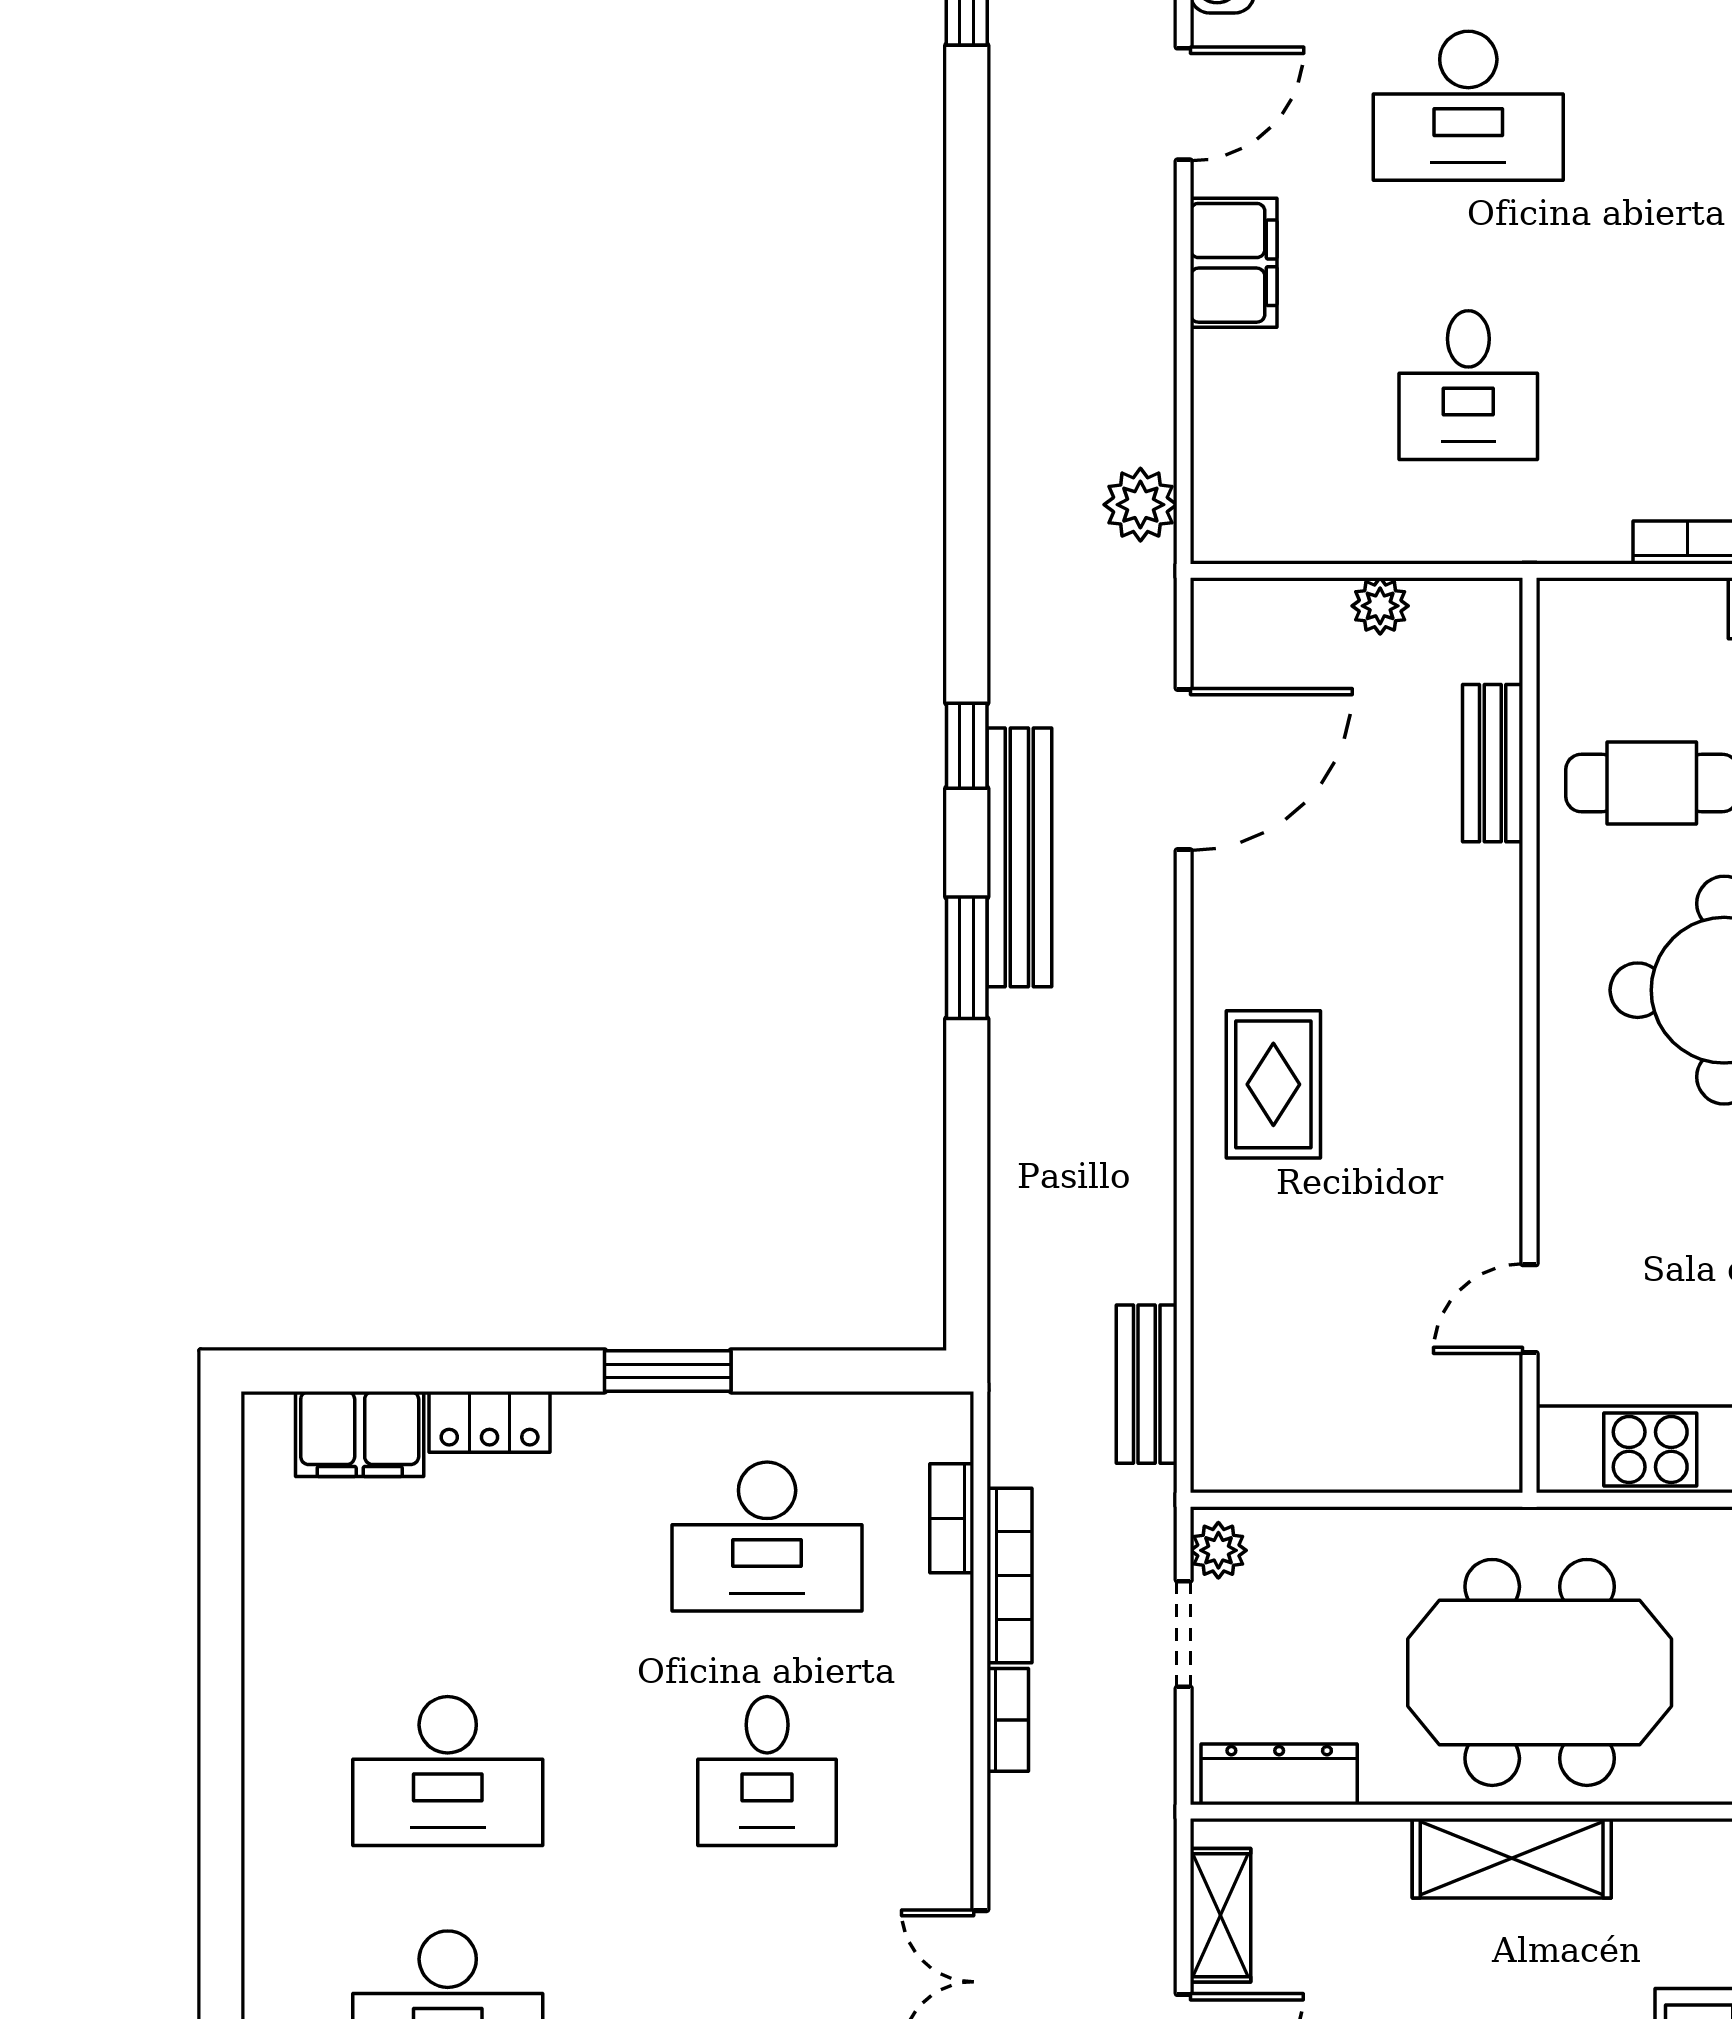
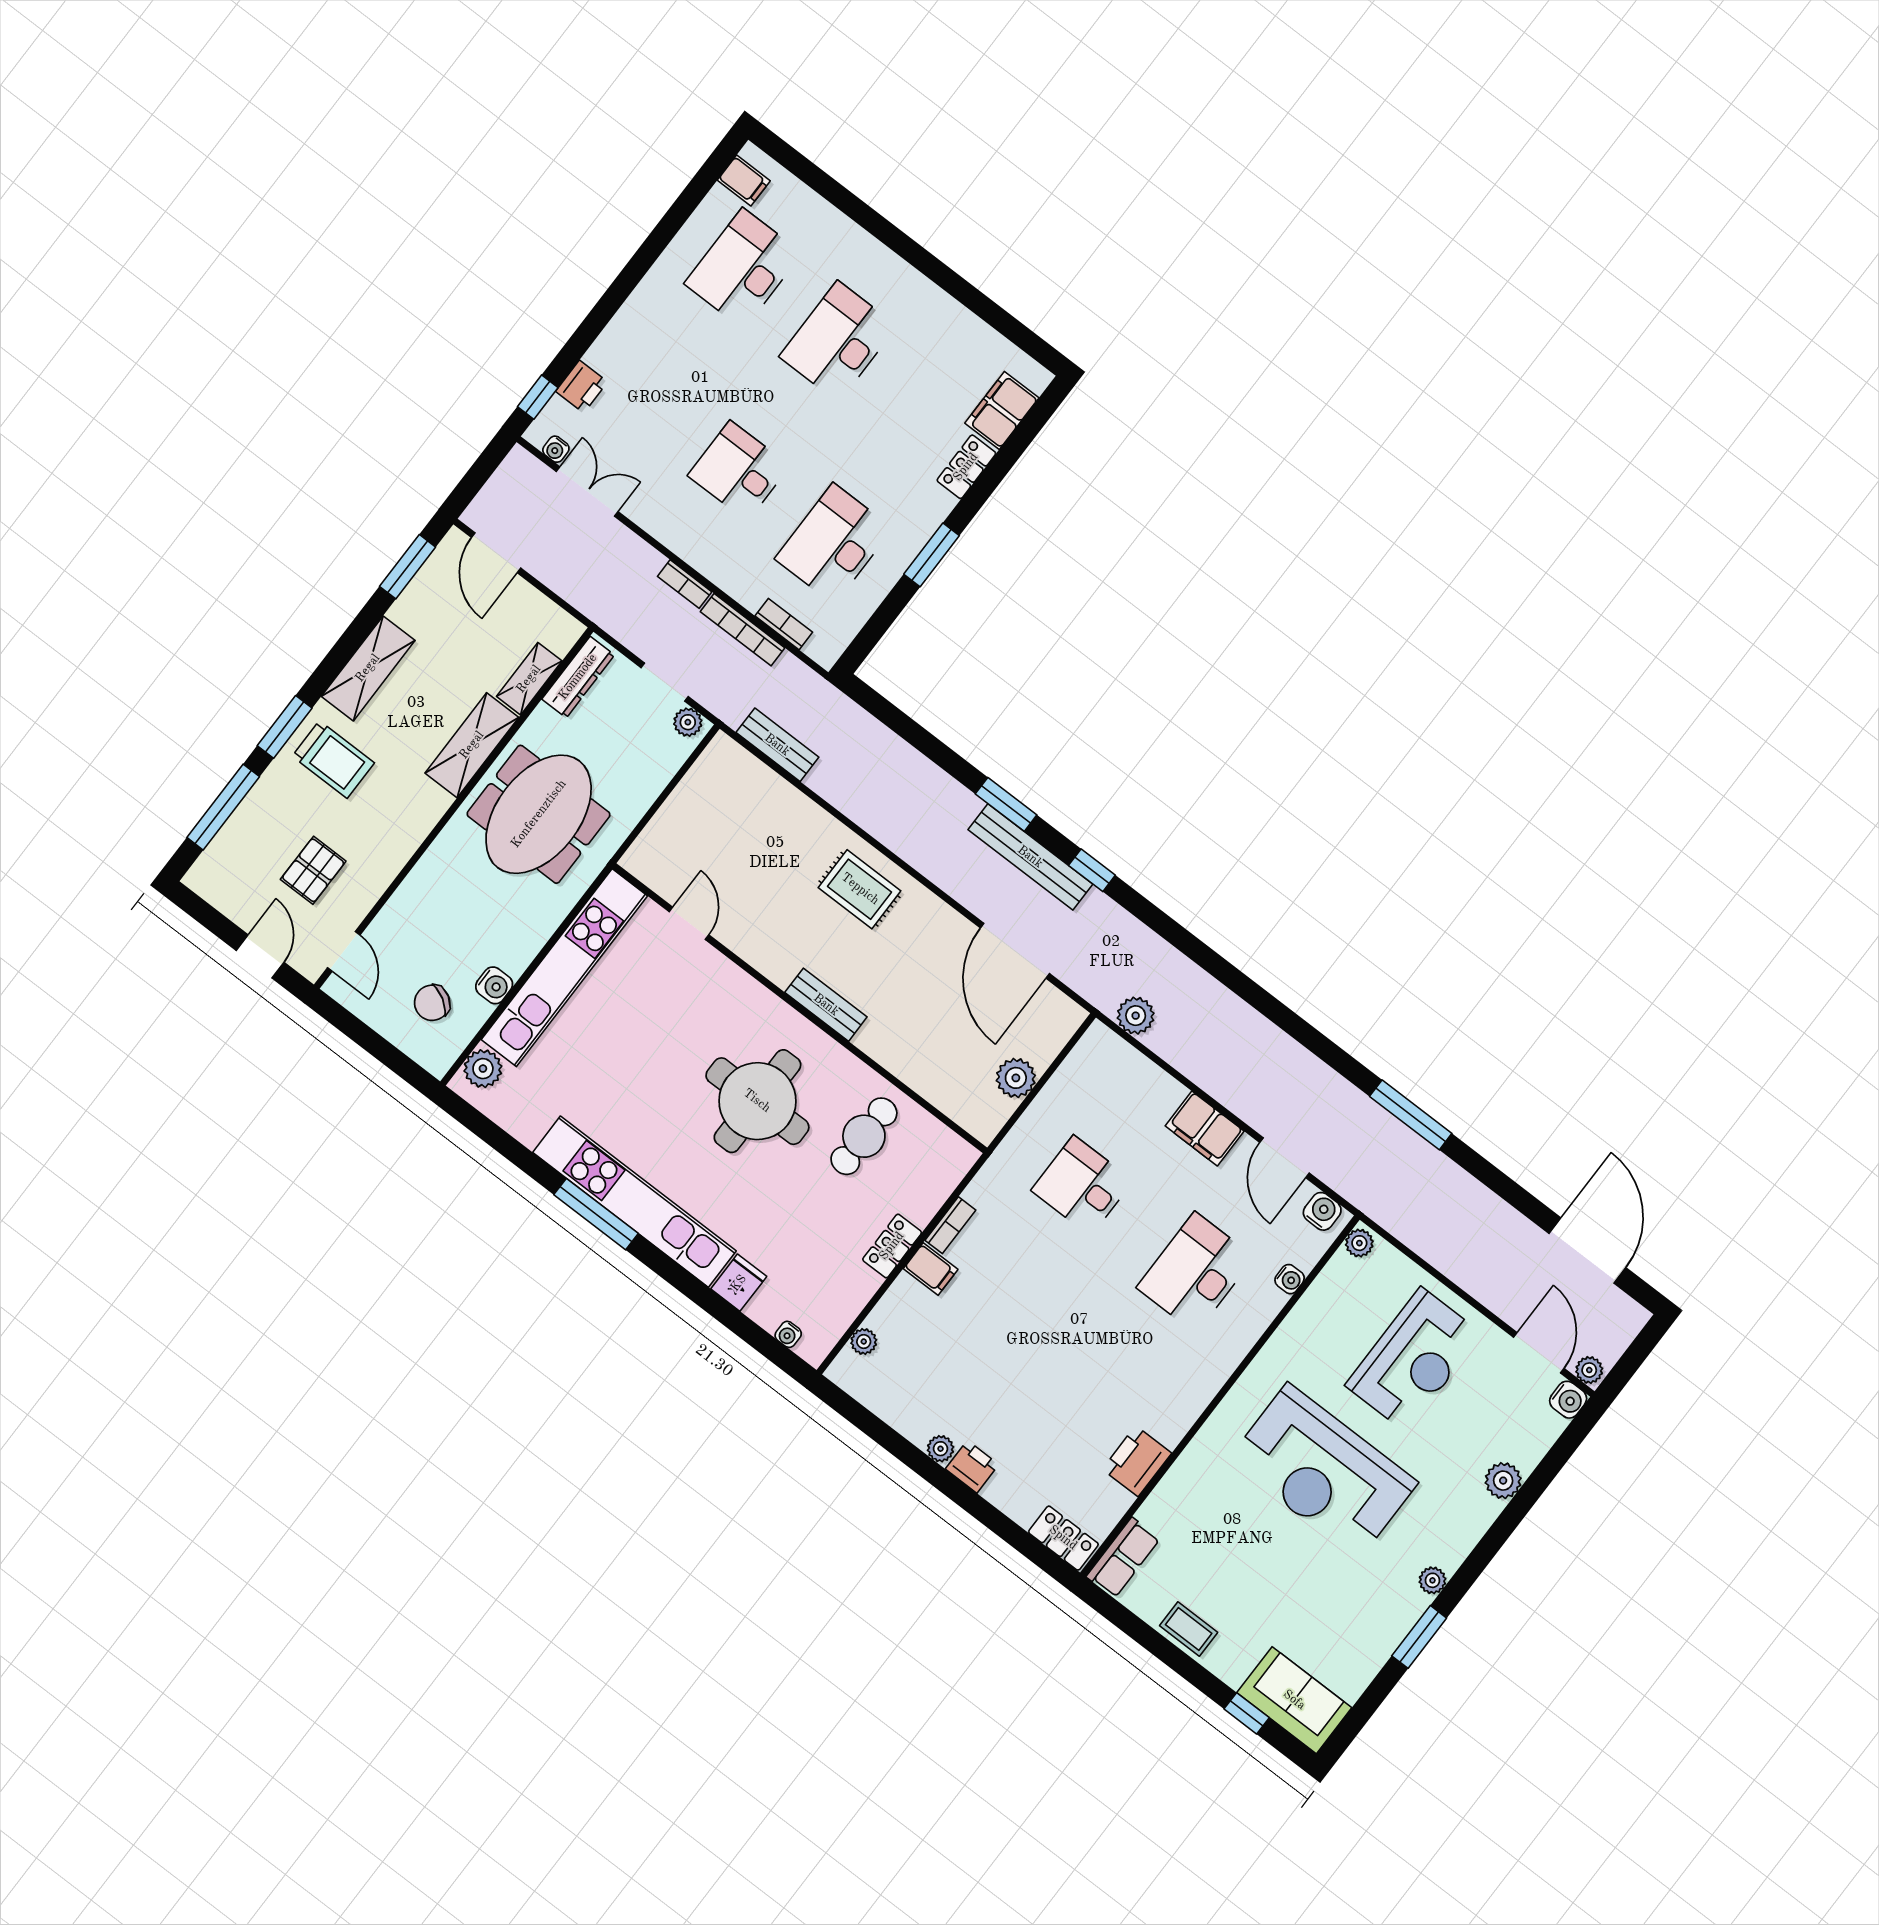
plant: (1380, 606) -> (1016, 1078), width x1.38, depth x1.38
bench: (1493, 763) -> (826, 1005), moved
shelving: (1221, 1915) -> (529, 679), moved, turned 90

